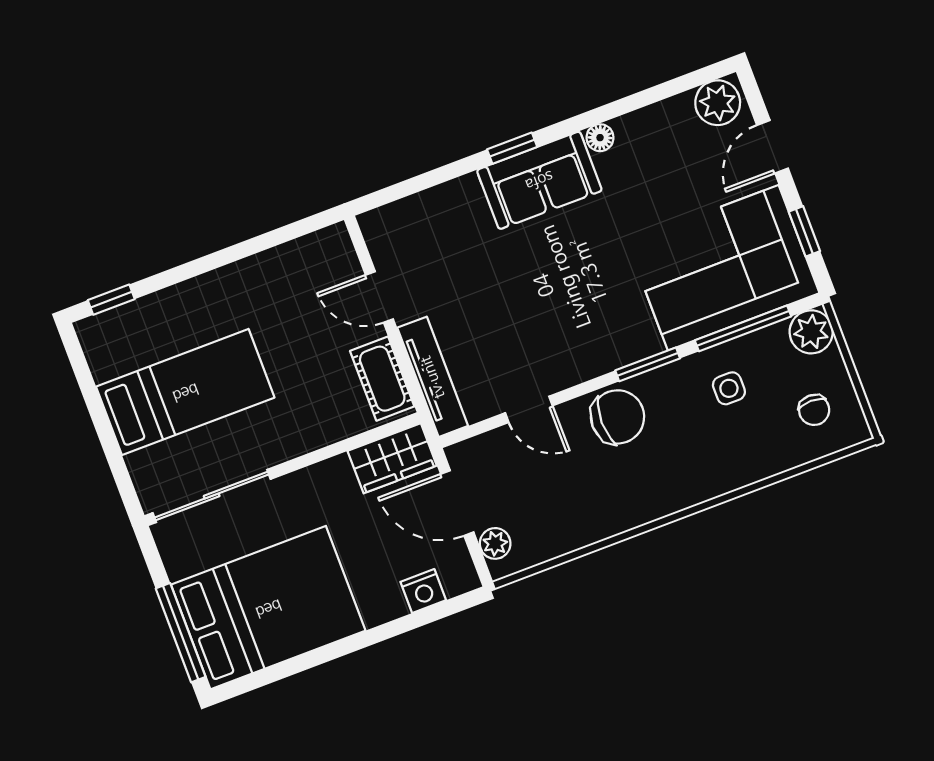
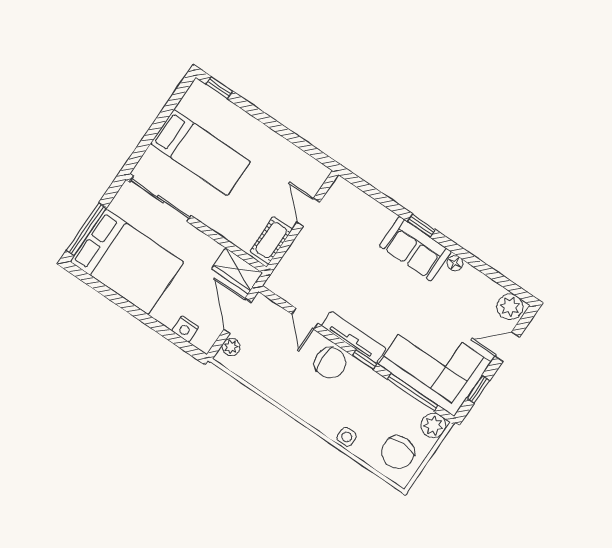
window: (648, 364) -> (365, 360), width x0.67
tv unit: (433, 377) -> (354, 337), moved, turned -90
side table: (729, 388) -> (347, 437), moved
chair: (814, 410) -> (398, 452), width x1.87, depth x1.87

